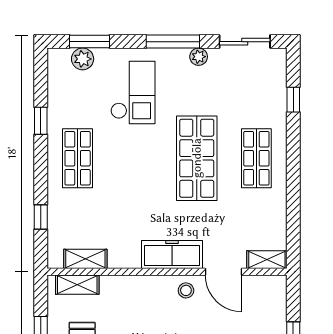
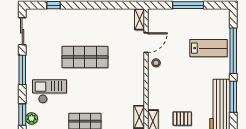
plant: (199, 57) -> (30, 56), removed
shop shelf: (256, 158) -> (85, 25), removed
freezer: (172, 254) -> (137, 70), removed

